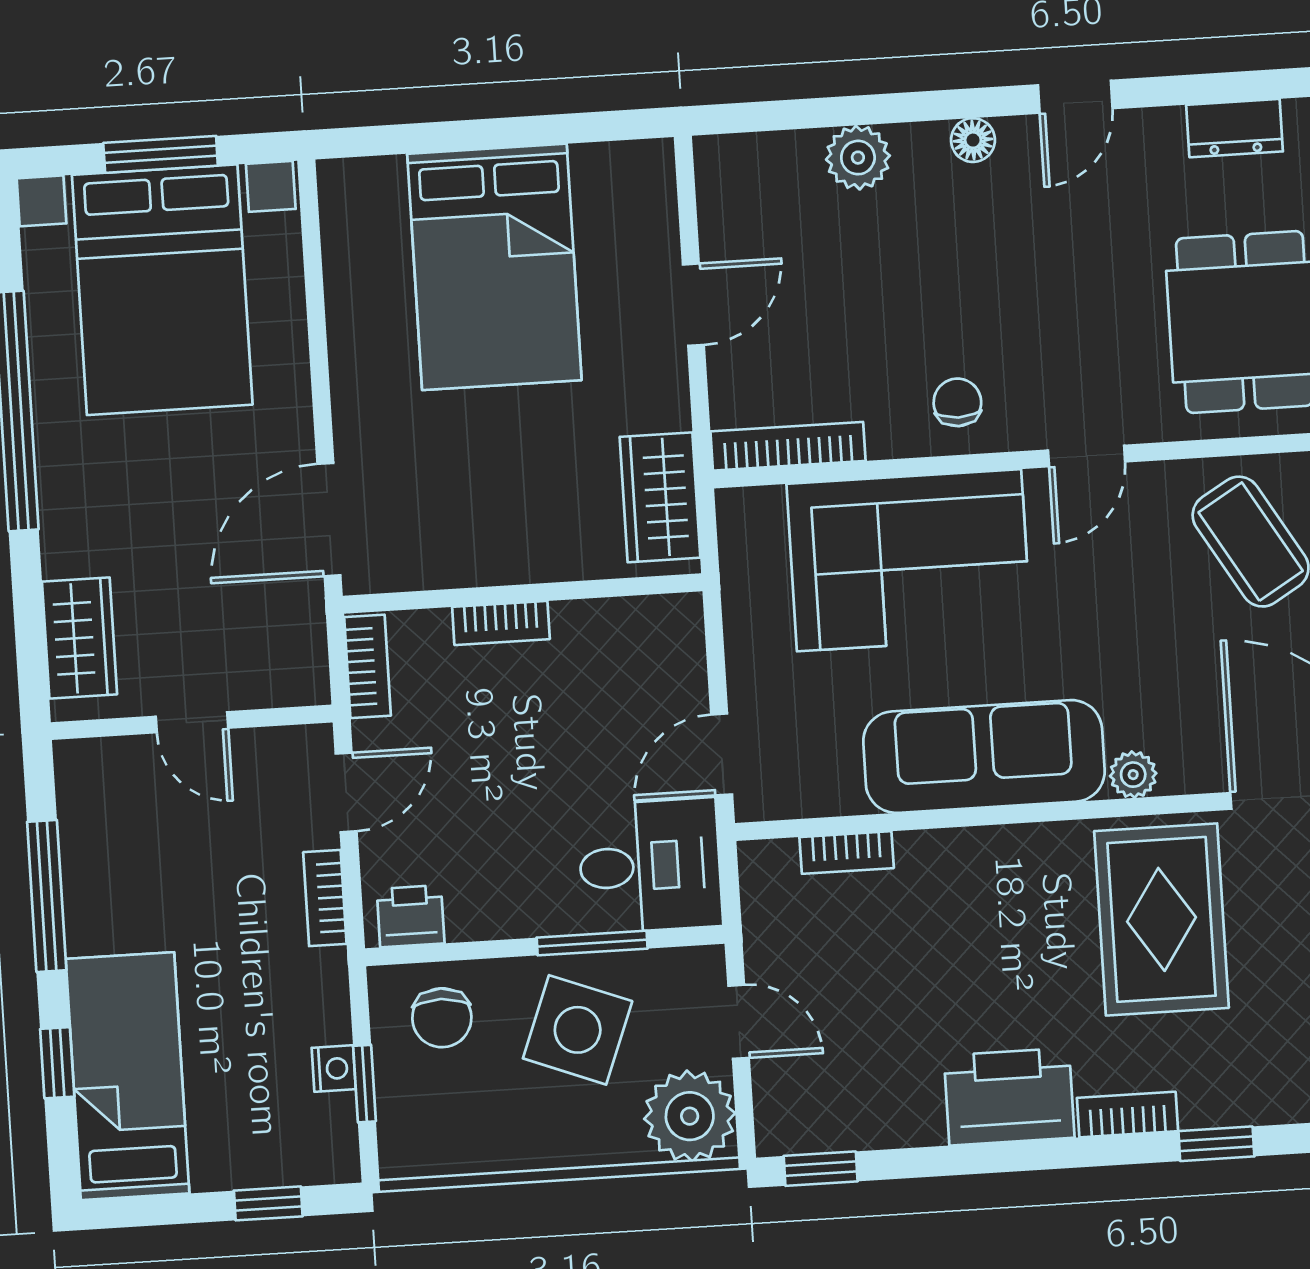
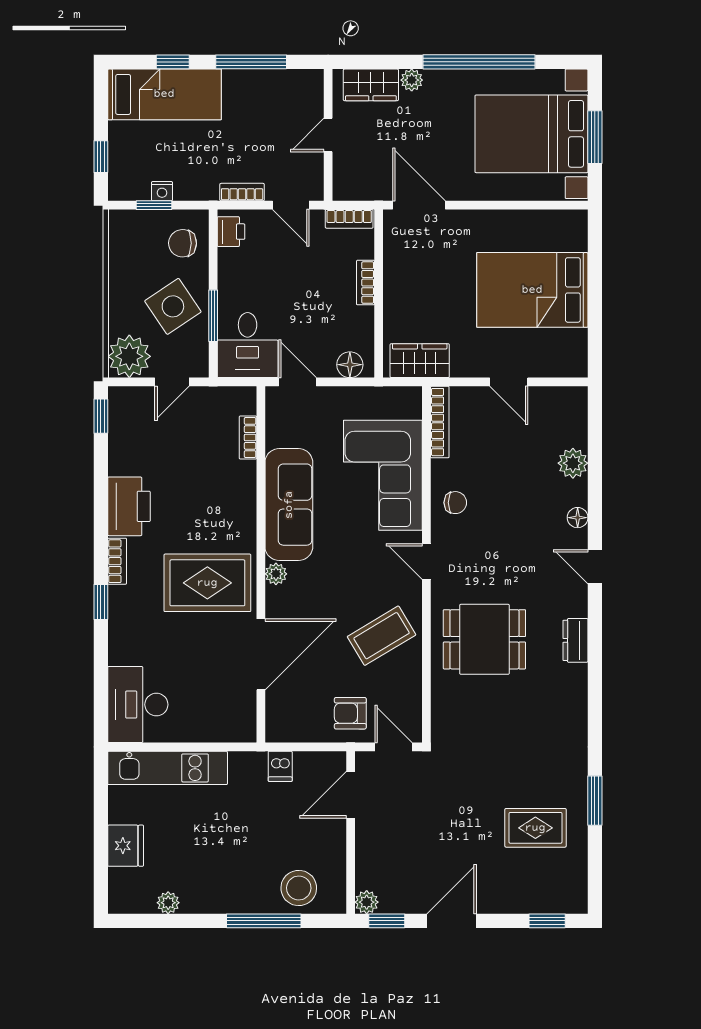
plant: (64, 552) -> (412, 80), added
floor lamp: (678, 645) -> (350, 365), added
side table: (578, 1030) -> (173, 306), turned 35

